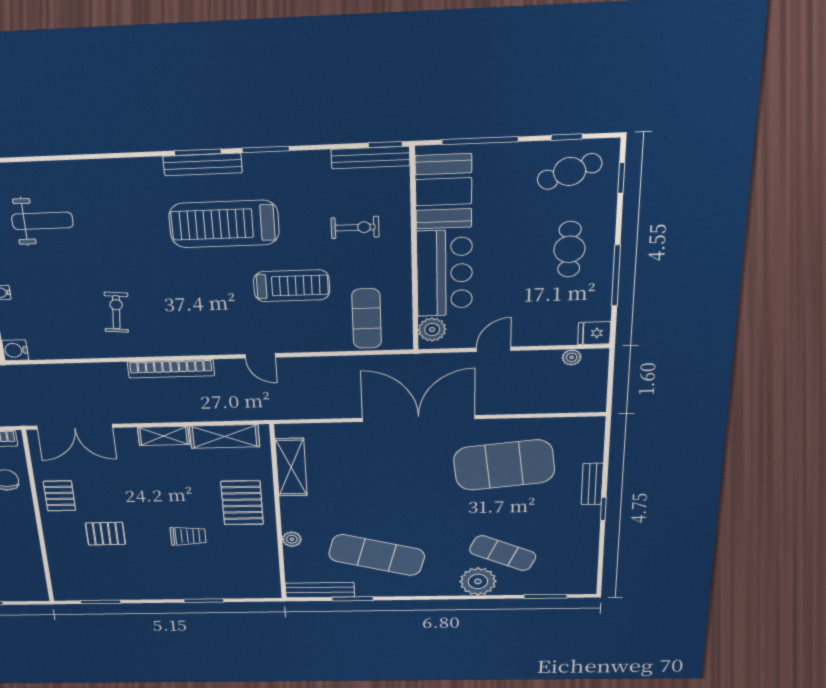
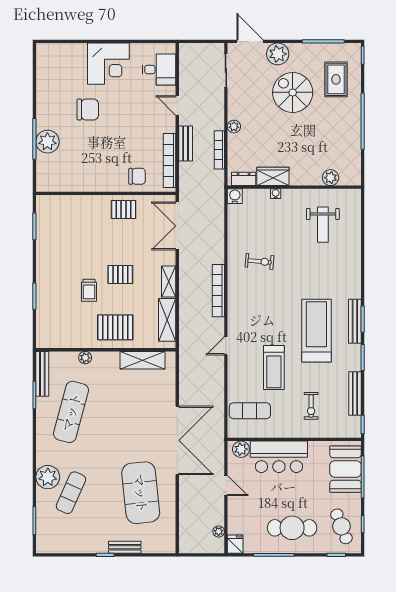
bench: (370, 158) -> (355, 393), moved
booth: (444, 192) -> (345, 469), moved, turned 90
cafe table: (569, 249) -> (292, 528), width x1.37, depth x1.35
pallet: (105, 534) -> (120, 275), moved, turned 90

